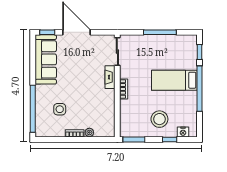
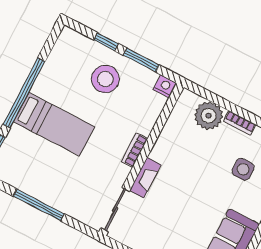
plant: (89, 132) -> (209, 116), width x1.87, depth x1.87
nightstand: (183, 132) -> (165, 86), moved
window: (134, 139) -> (141, 60), moved

